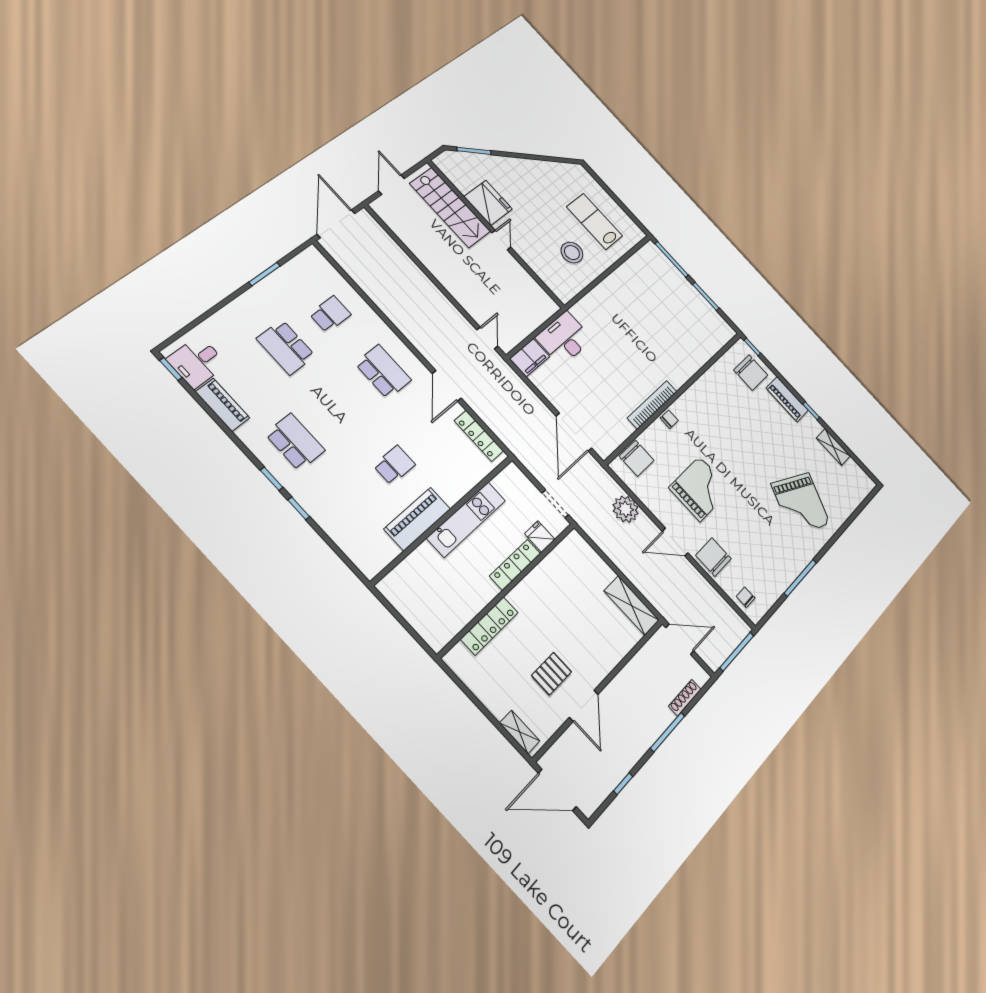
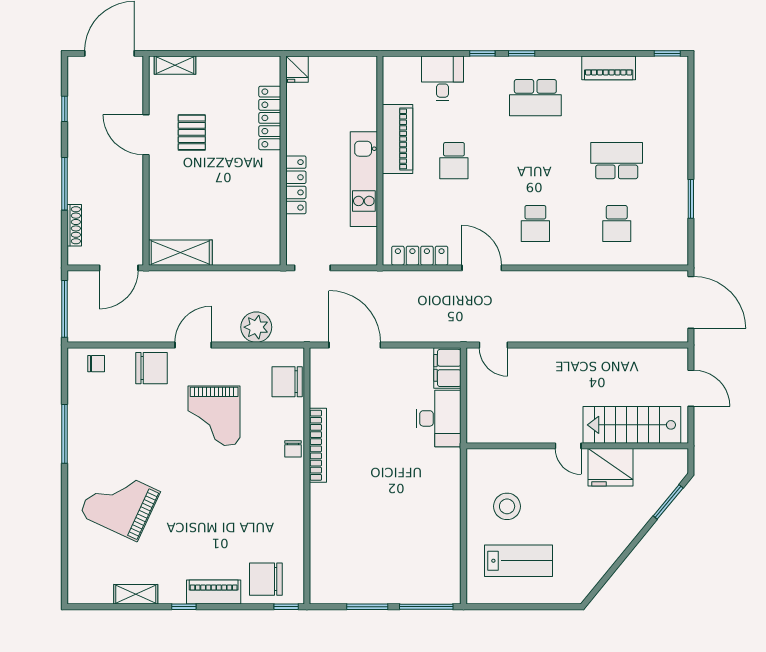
desk: (197, 362) -> (442, 78), moved
school desk: (383, 372) -> (535, 224), width x0.54
fridge: (540, 537) -> (297, 69), moved, turned 90

